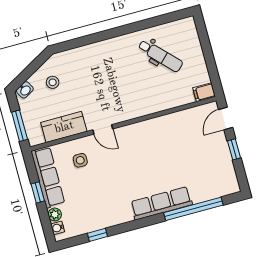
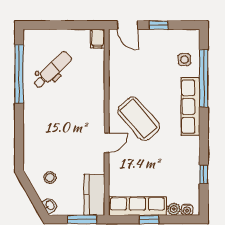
window: (148, 24) -> (19, 74), added
kitchen counter: (64, 127) -> (94, 195), moved
coffee table: (135, 155) -> (139, 119), added
side table: (80, 160) -> (184, 60), moved

